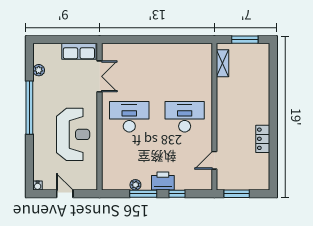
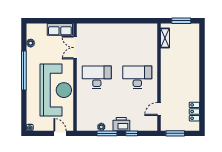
double door: (99, 76) -> (75, 48), swing flipped
reception desk: (73, 134) -> (56, 90), width x1.36, depth x1.30
locker: (263, 139) -> (194, 112), moved
door: (65, 194) -> (60, 133), moved

